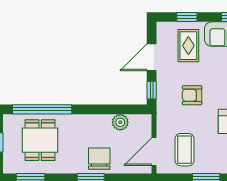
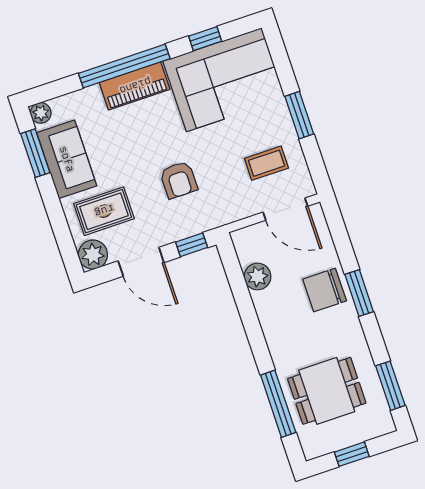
window: (187, 17) -> (61, 228), removed
plant: (165, 31) -> (93, 255), added
window: (42, 109) -> (278, 404), width x0.68
coffee table: (185, 150) -> (266, 163), width x0.73, depth x0.77

